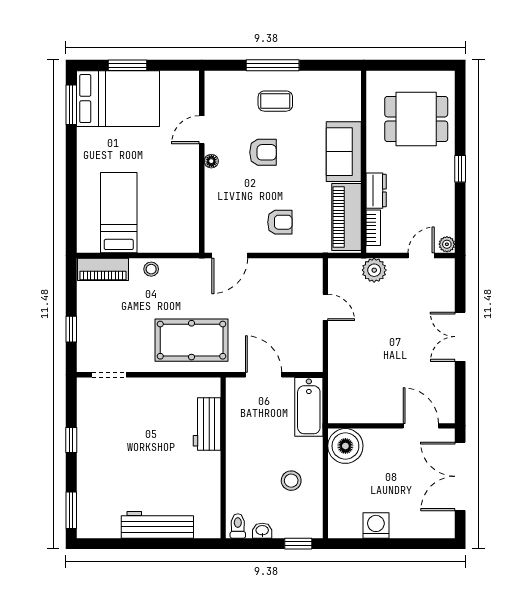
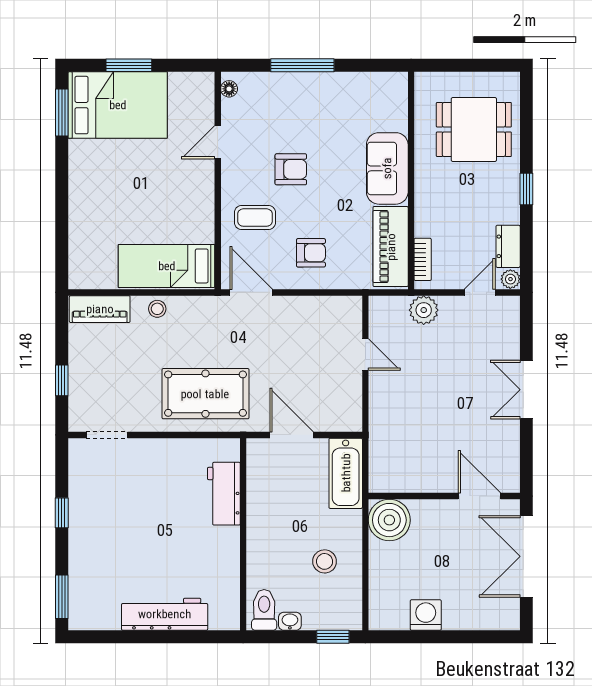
coffee table: (275, 101) -> (255, 218), moved
floor lamp: (211, 161) -> (229, 89), moved
dresser: (376, 191) -> (508, 246), moved, turned 180
bed: (119, 213) -> (167, 266), moved, turned -90
door: (230, 255) -> (251, 292), swing flipped
toilet: (238, 526) -> (264, 610), width x1.37, depth x1.39

